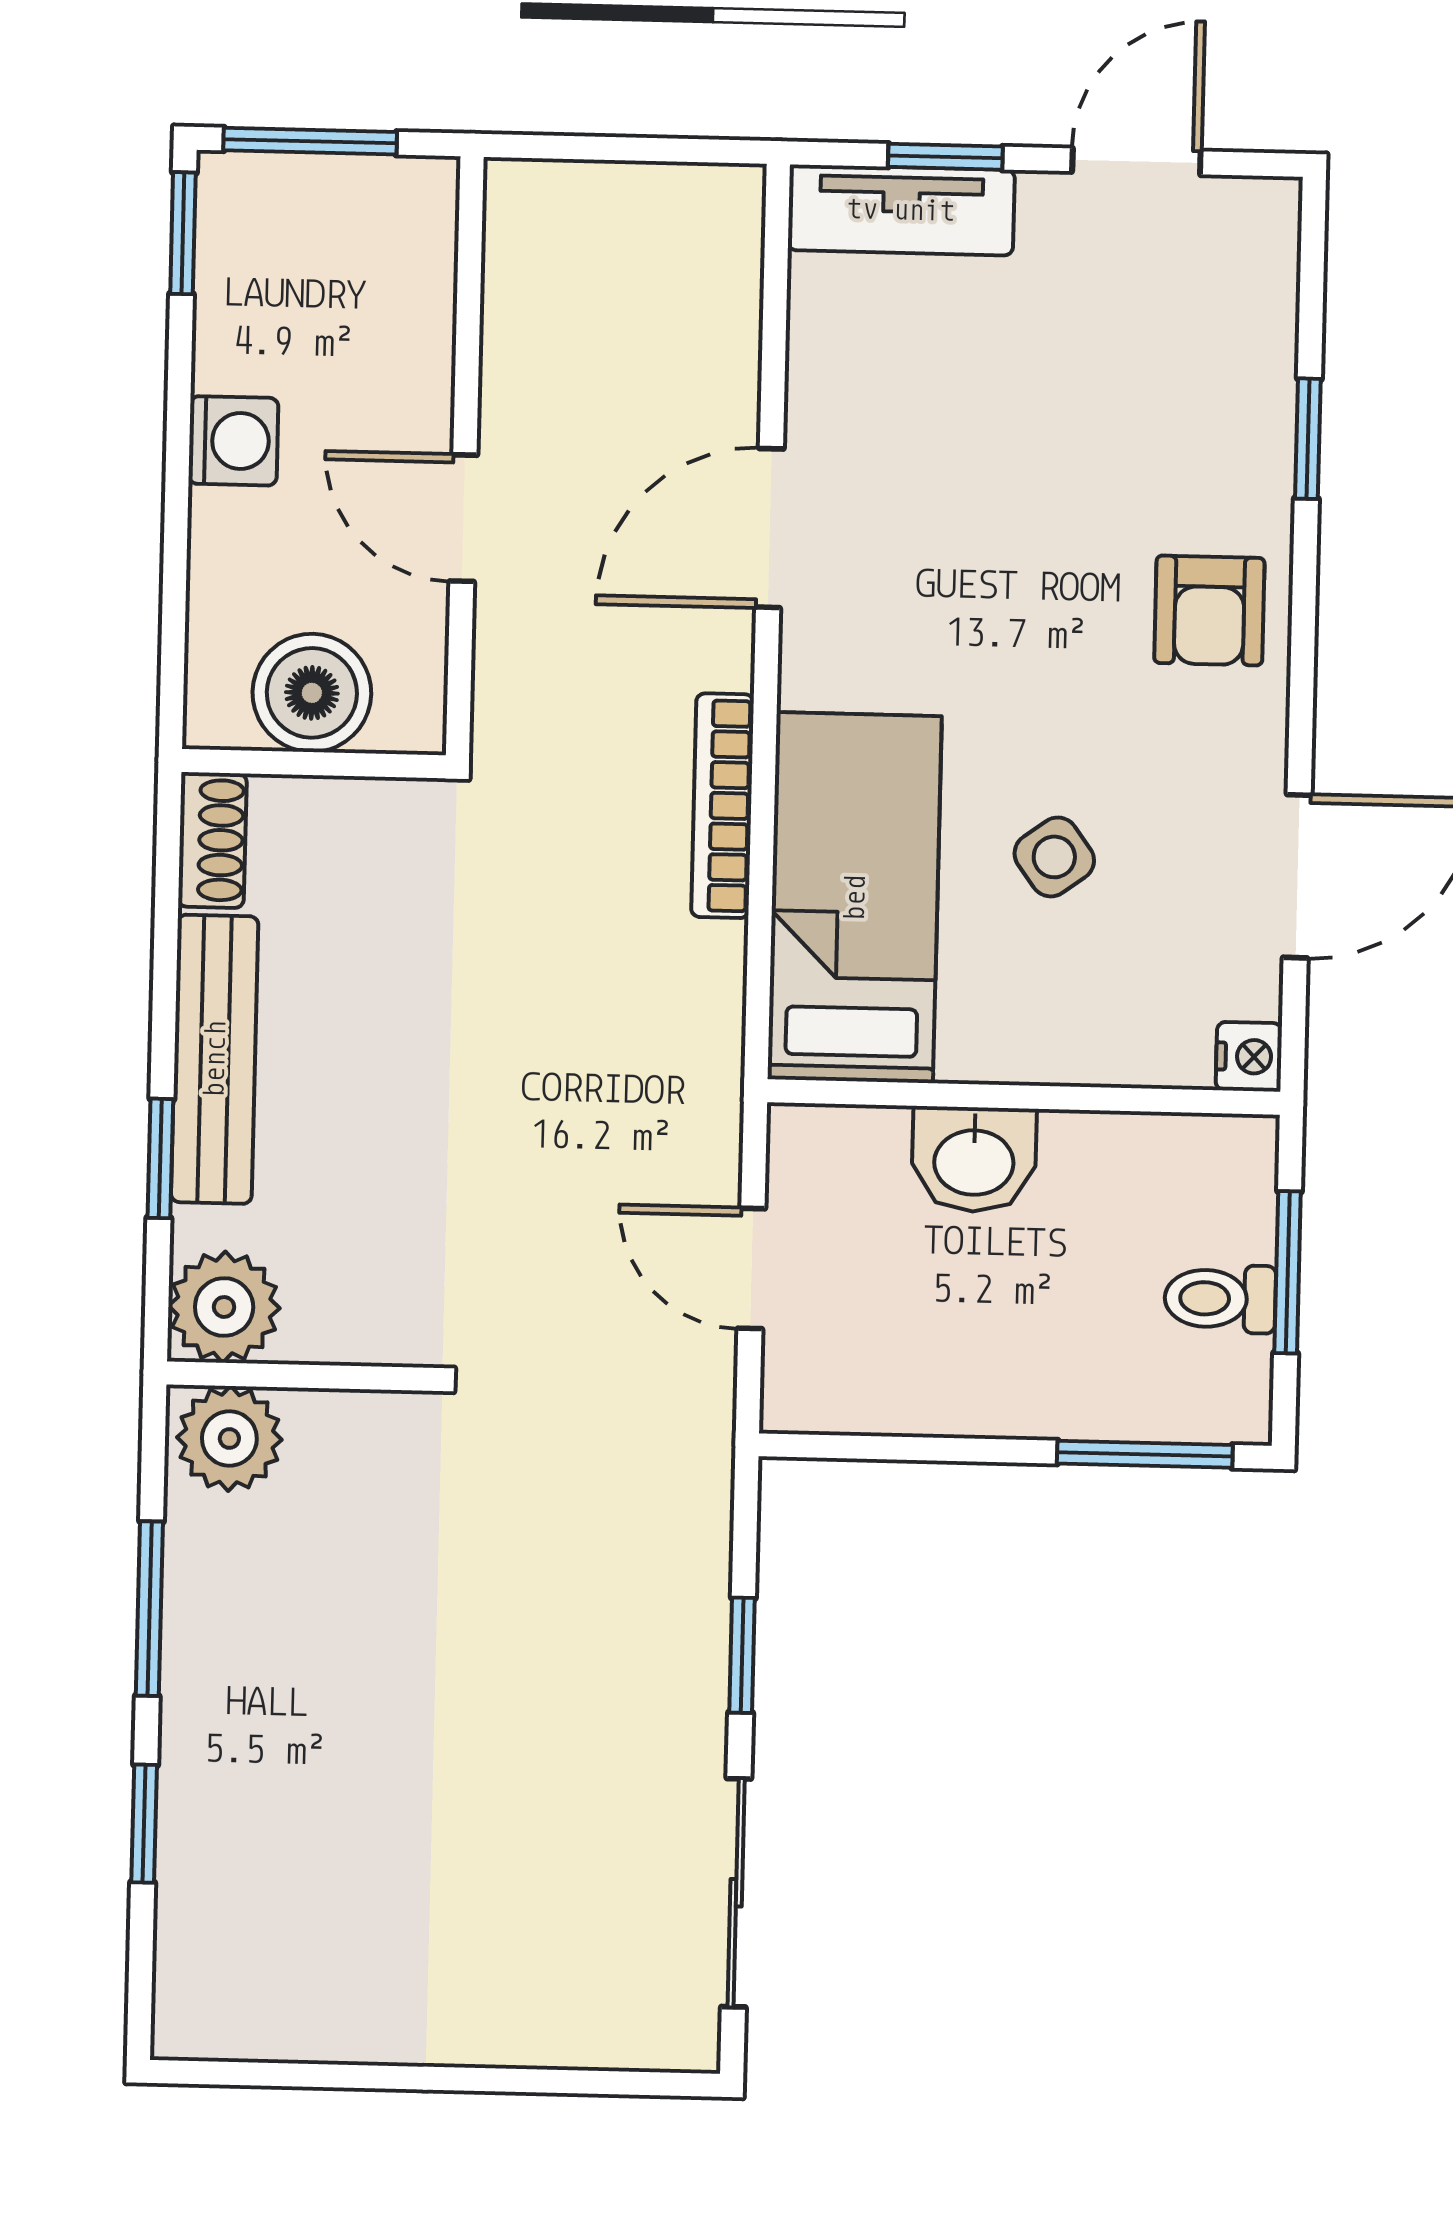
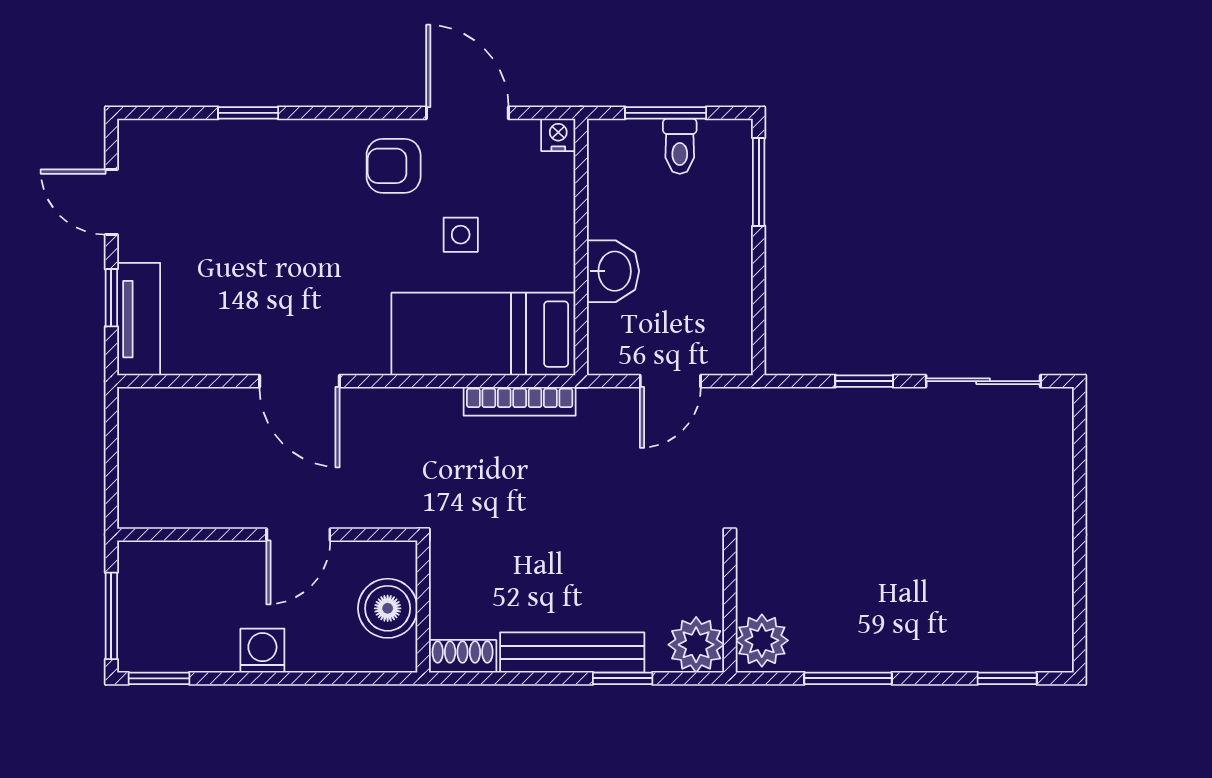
armchair: (1209, 610) -> (394, 166), moved, turned 180
bookcase: (723, 806) -> (520, 401), moved
side table: (1054, 857) -> (461, 235), turned 36
window: (144, 1824) -> (1007, 678), moved

